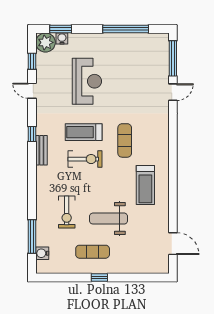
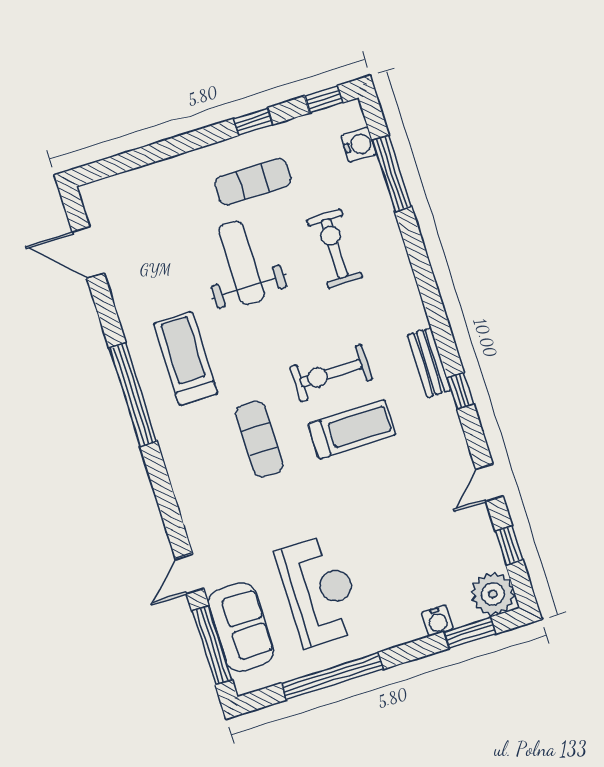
water cooler: (62, 39) -> (437, 621), moved
sofa: (158, 62) -> (241, 627), added
reception desk: (87, 81) -> (319, 591), moved, turned 180
door: (32, 91) -> (489, 483), swing flipped
window: (173, 177) -> (133, 395), added
weight bench: (109, 219) -> (241, 263), turned -90
window: (51, 277) -> (324, 99), added
window: (99, 277) -> (253, 122), moved

